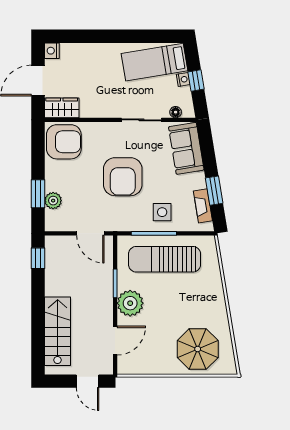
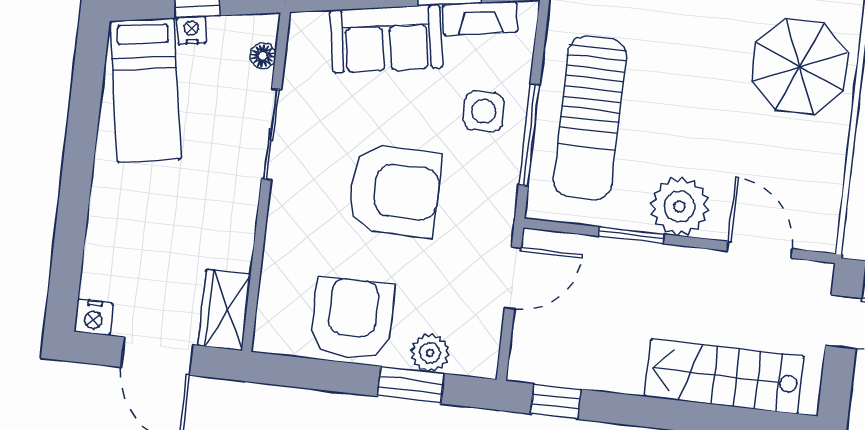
armchair: (64, 142) -> (352, 318), moved
sofa: (186, 148) -> (386, 39), moved

